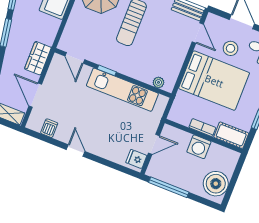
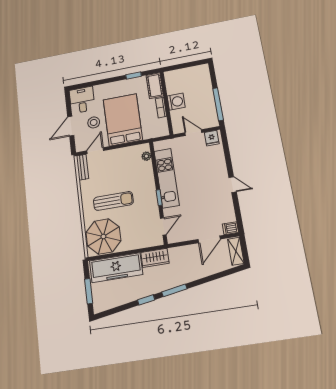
wardrobe: (38, 58) -> (155, 258), moved
dishwasher: (49, 128) -> (230, 228), moved
door: (76, 150) -> (233, 185), swing flipped
boiler: (216, 184) -> (195, 75), removed

